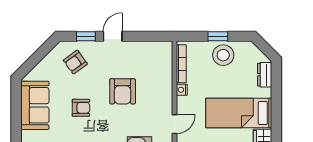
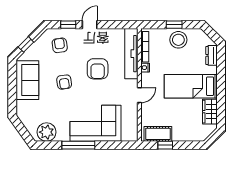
window: (33, 61) -> (26, 44), added
armchair: (75, 62) -> (60, 45), turned 118
tv unit: (165, 72) -> (131, 54), added
armchair: (81, 108) -> (64, 82), turned 82

